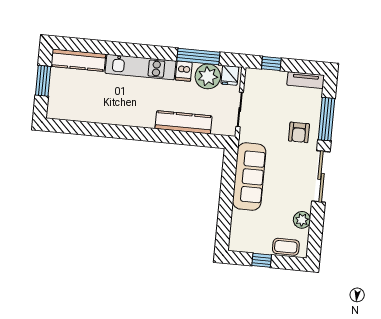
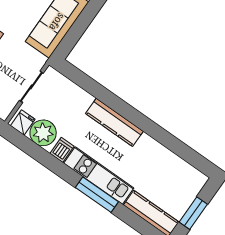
window: (198, 56) -> (97, 195), moved
kitchen counter: (183, 122) -> (114, 122), moved

